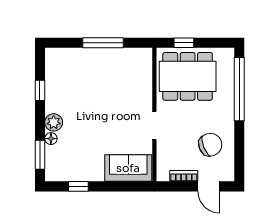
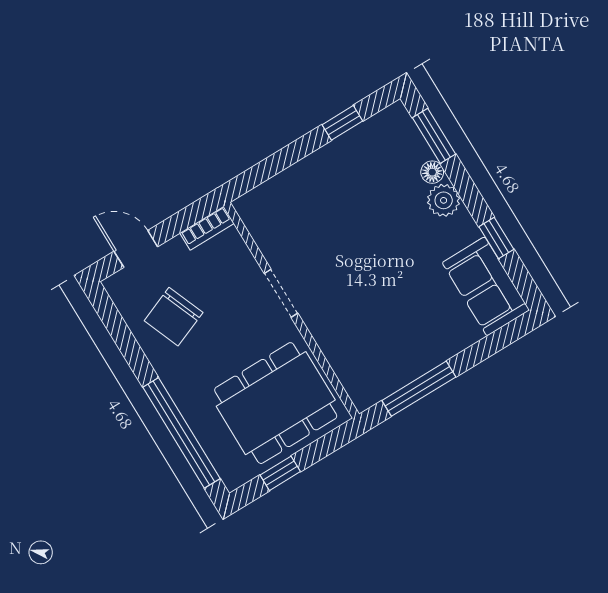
window: (103, 43) -> (419, 389), moved
window: (184, 43) -> (280, 473), moved
sofa: (128, 168) -> (486, 286), moved, turned 90
bookcase: (184, 176) -> (207, 228), moved

